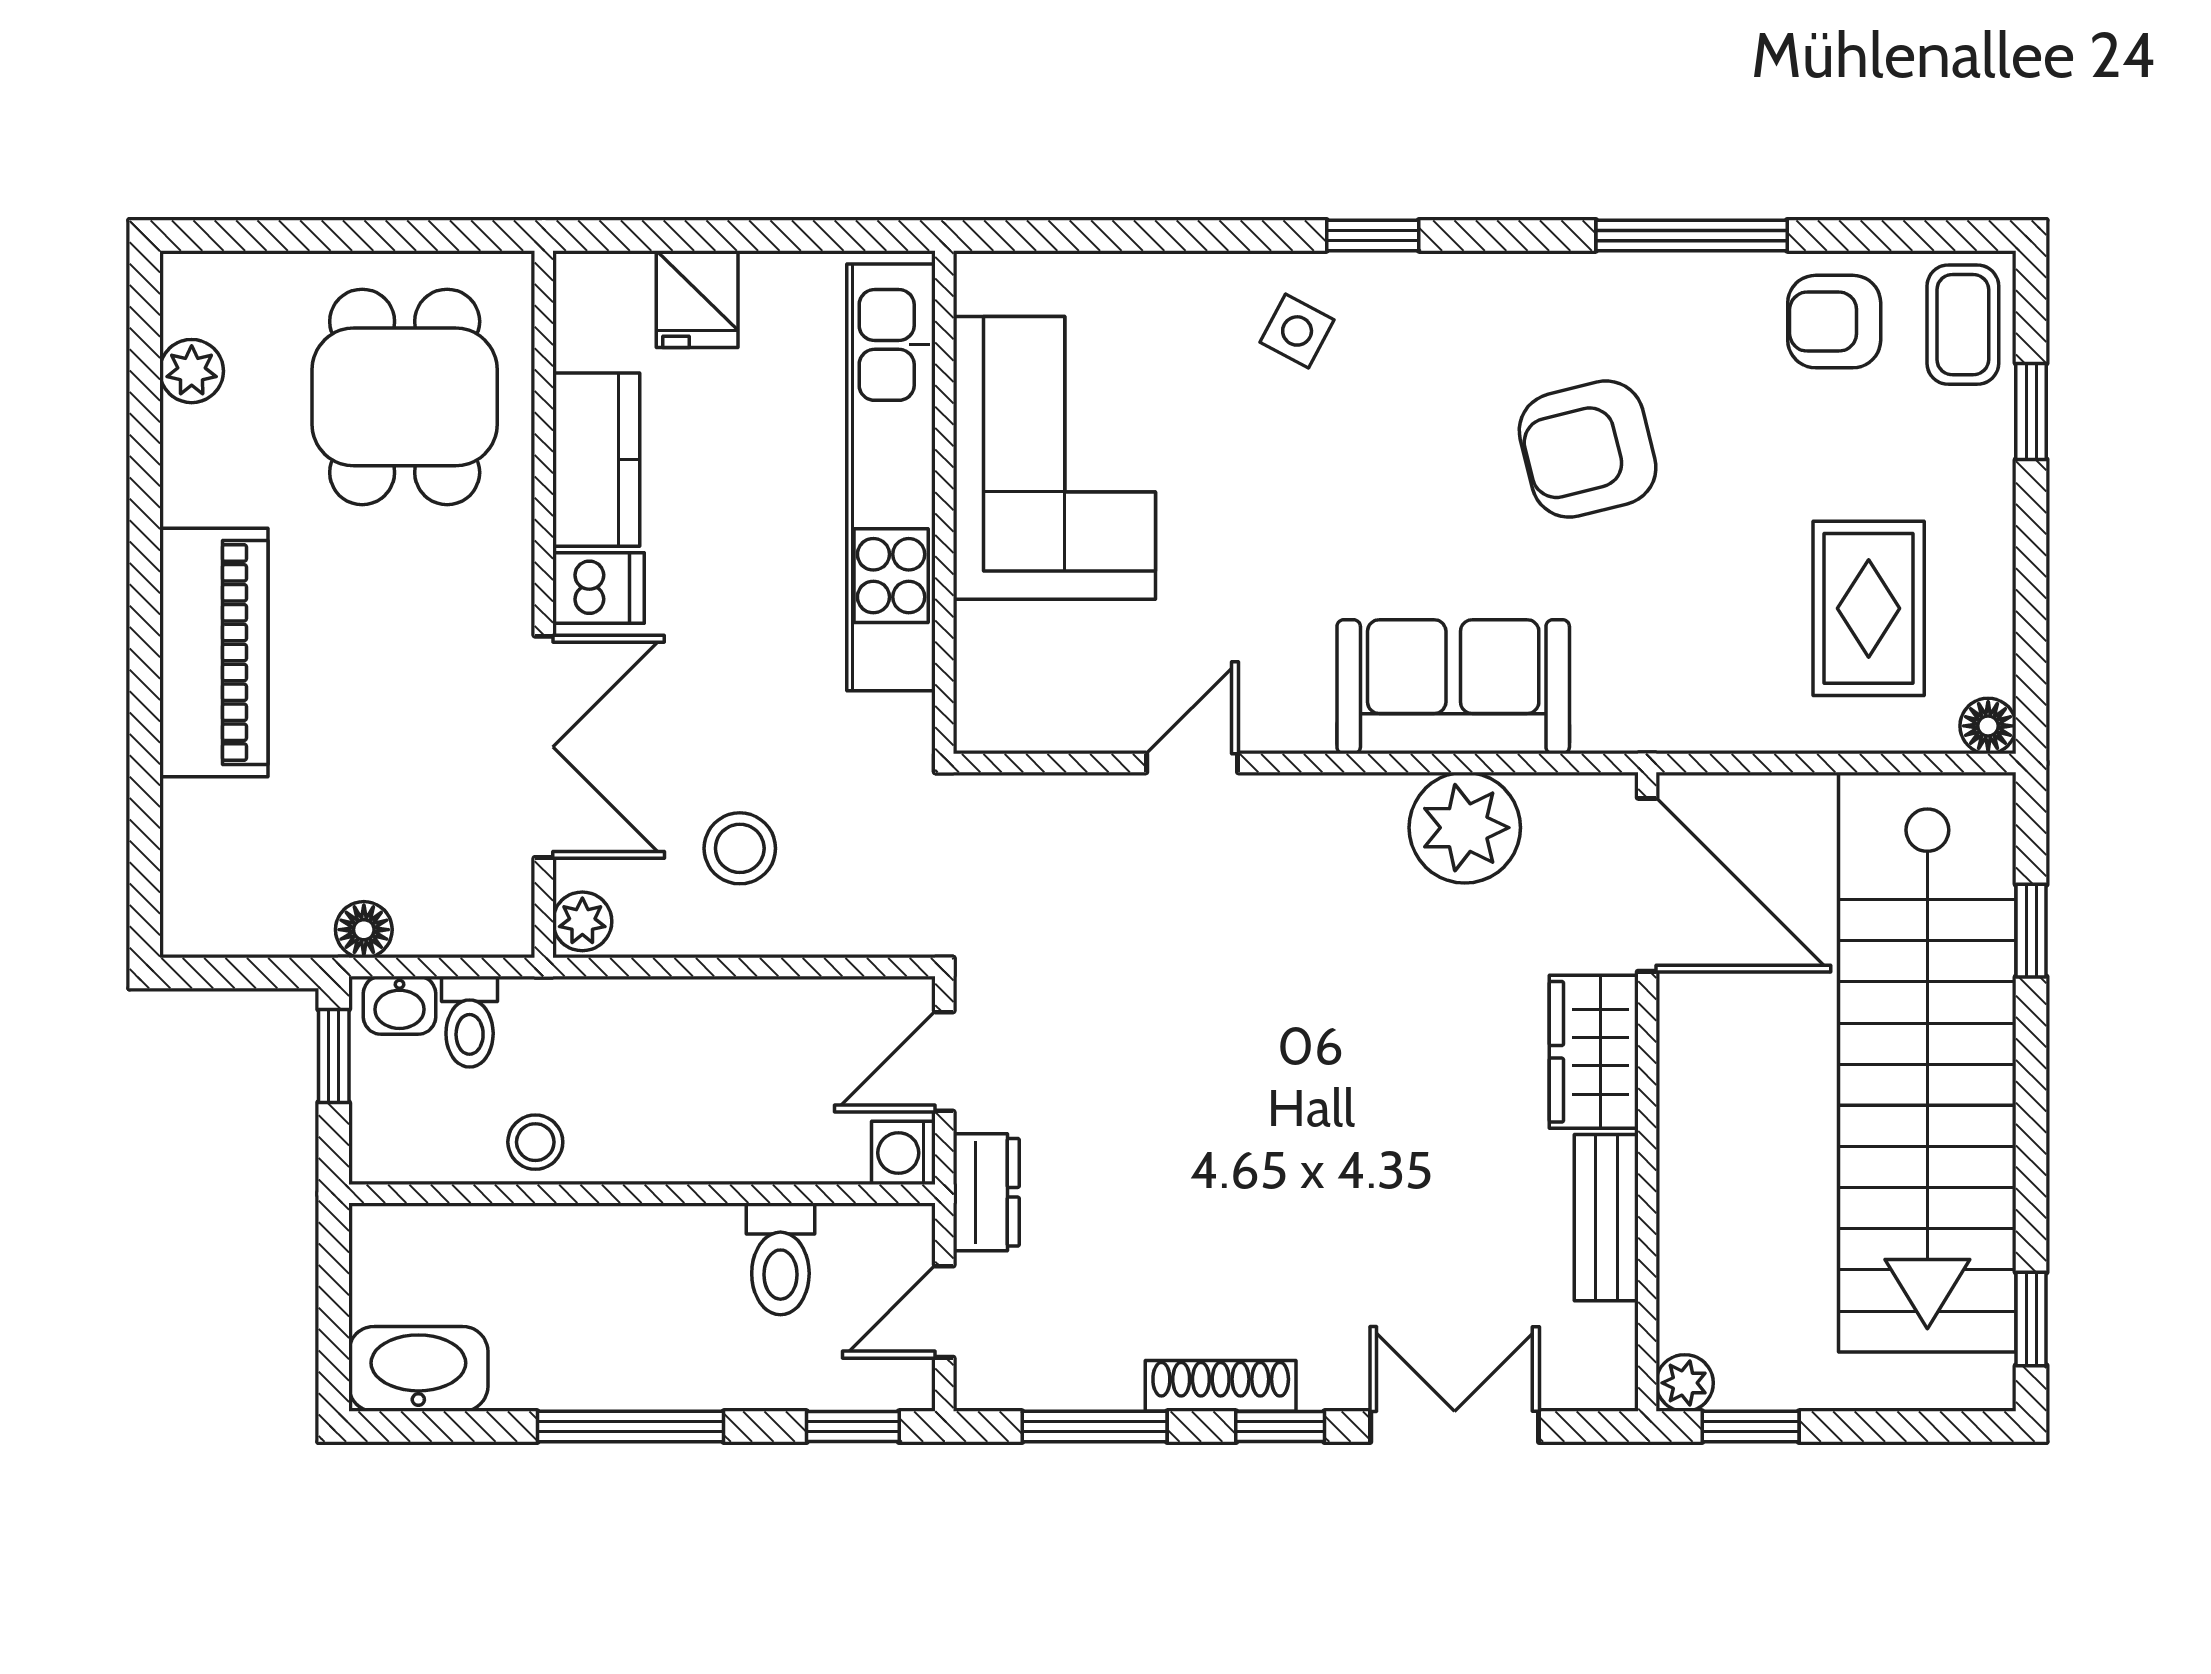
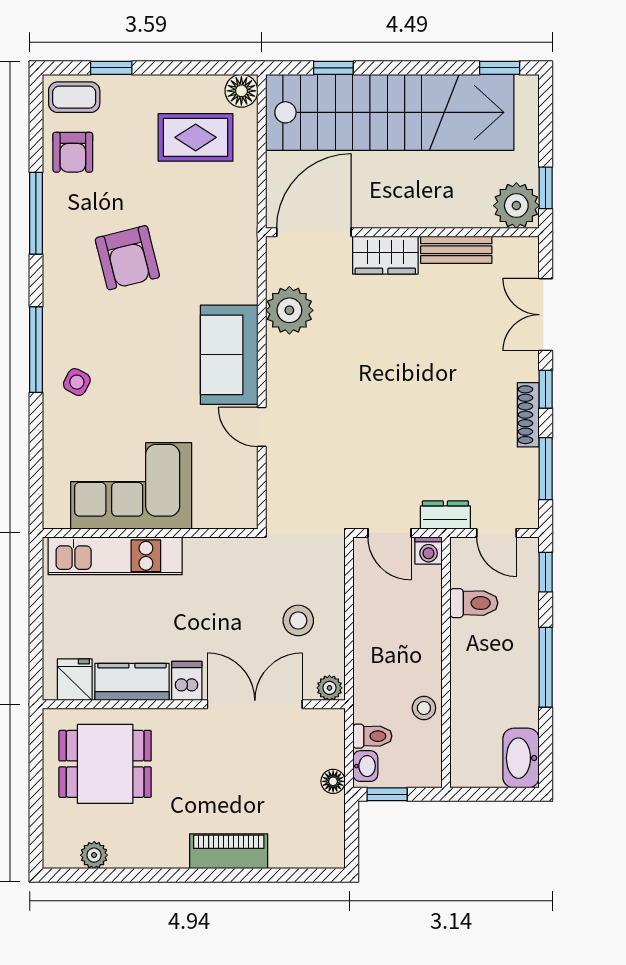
window: (1373, 235) -> (36, 350), width x2.17
fridge: (697, 299) -> (75, 680), moved, turned -90
kitchen unit: (891, 477) -> (115, 556), width x0.73
piano: (214, 653) -> (229, 851), width x0.73, depth x0.75
sofa: (1453, 687) -> (229, 355), moved
floor lamp: (1988, 726) -> (241, 91), width x1.37, depth x1.37
plant: (1685, 1383) -> (516, 206), width x1.87, depth x1.87

